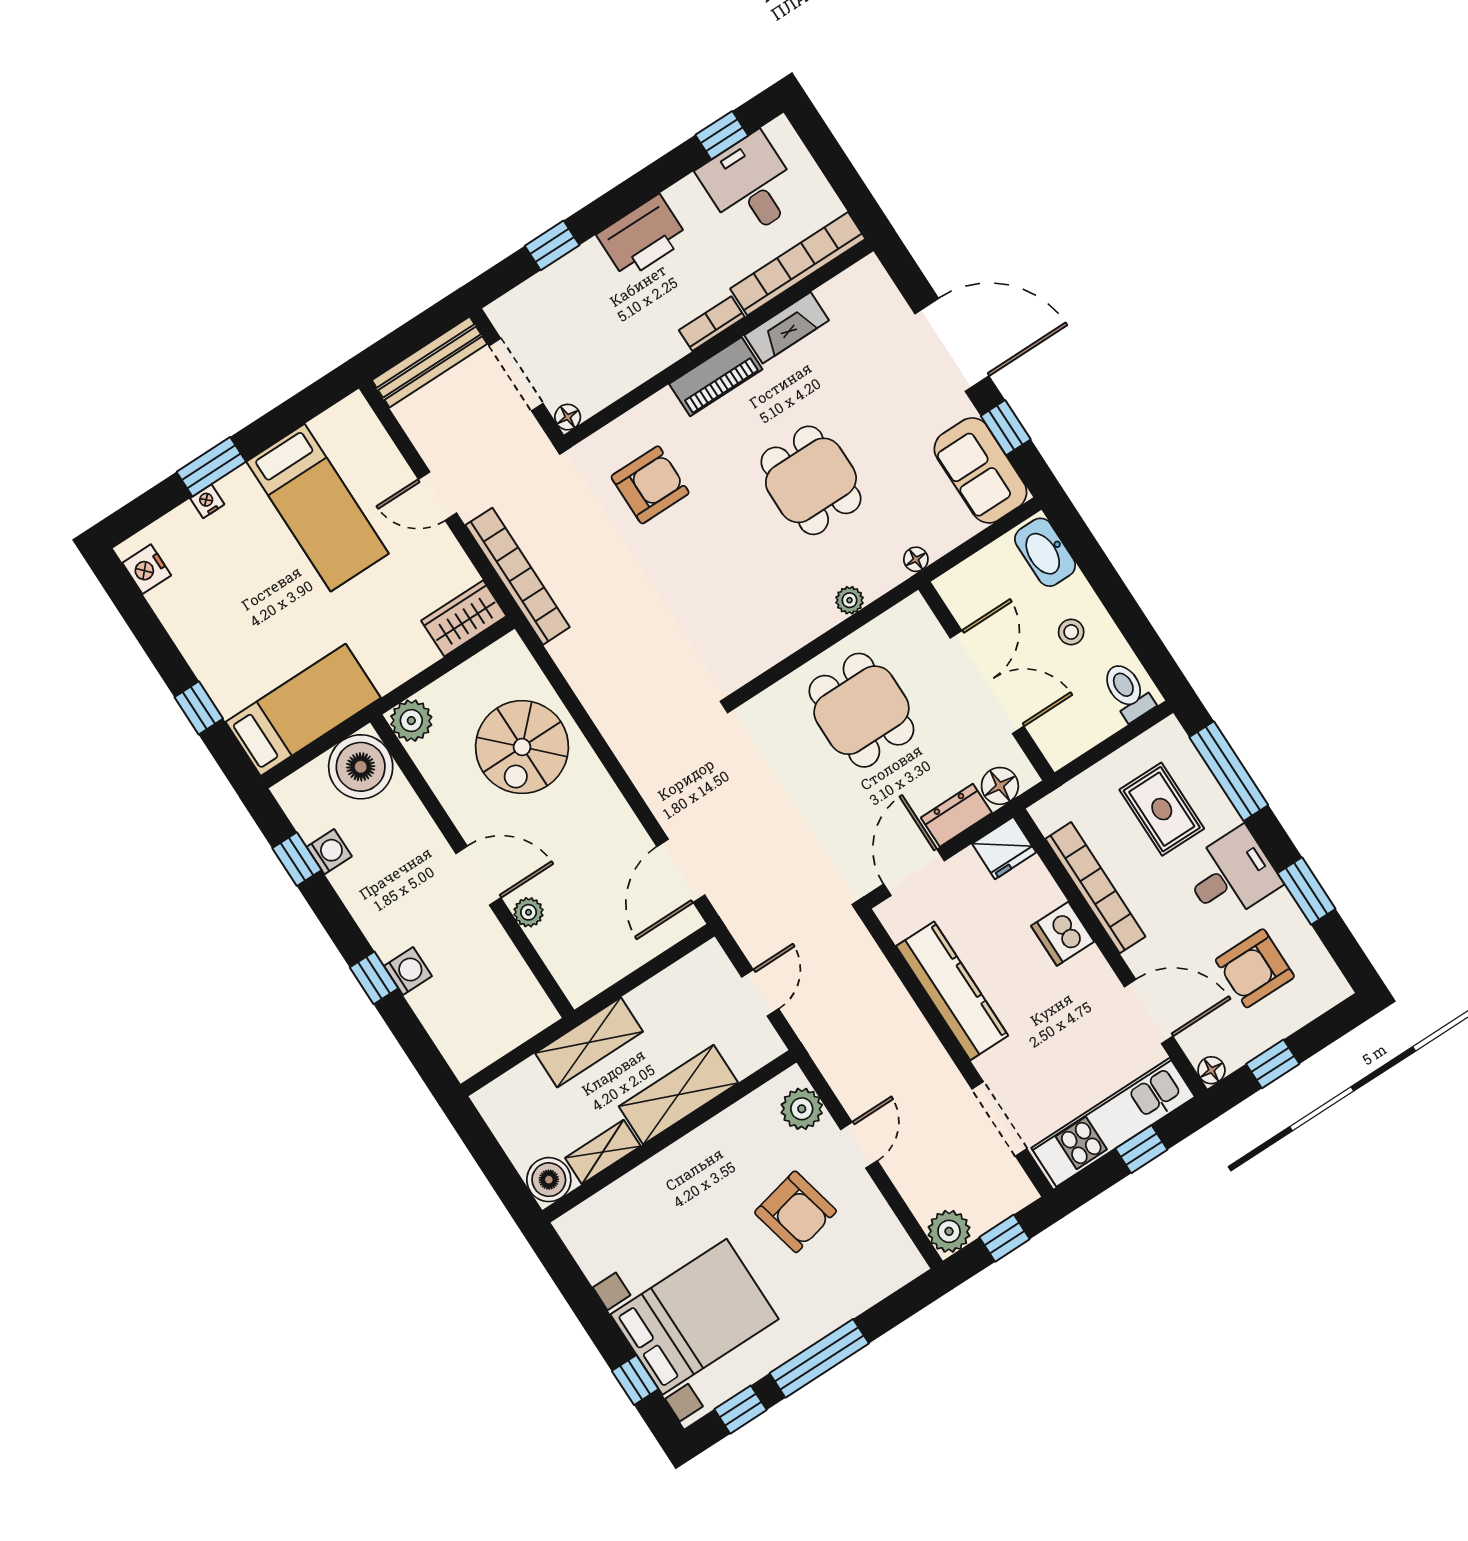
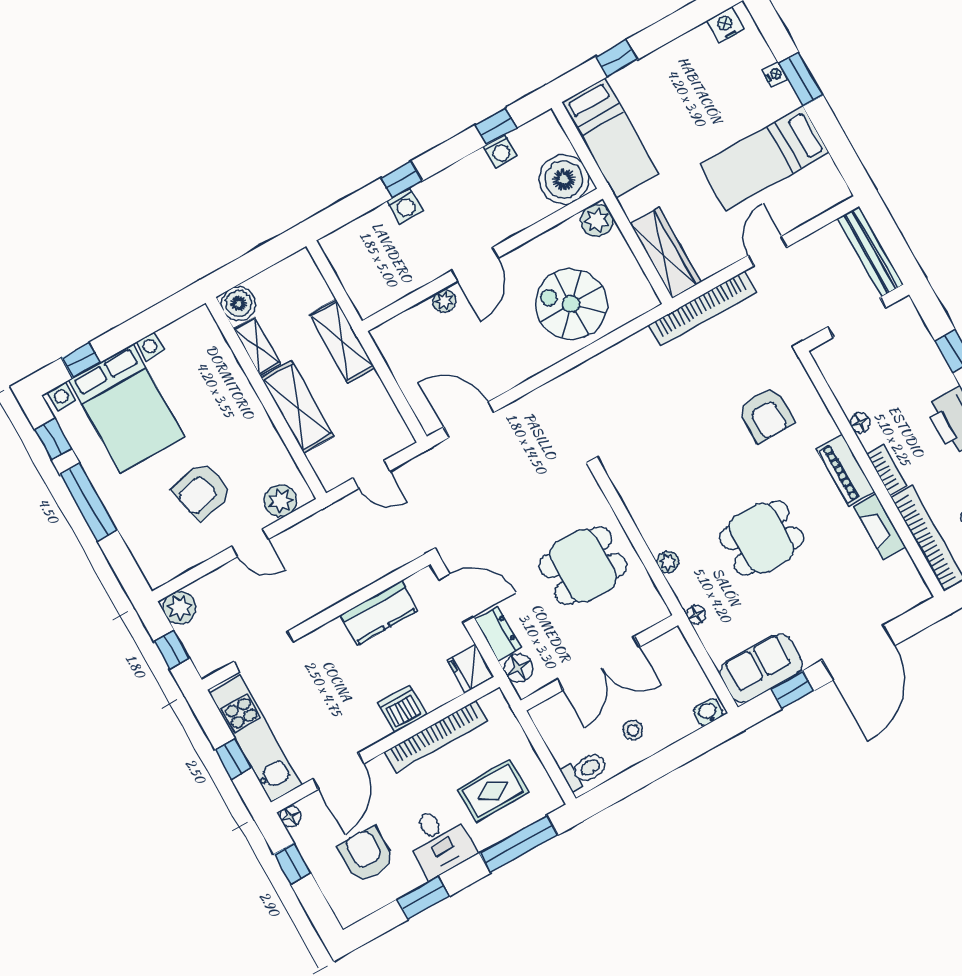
floor lamp: (568, 417) -> (860, 423), moved
washbasin: (1045, 552) -> (708, 712), width x0.52, depth x0.69
wardrobe: (464, 618) -> (666, 253), width x1.50
kitchen counter: (952, 991) -> (379, 613), width x0.67

